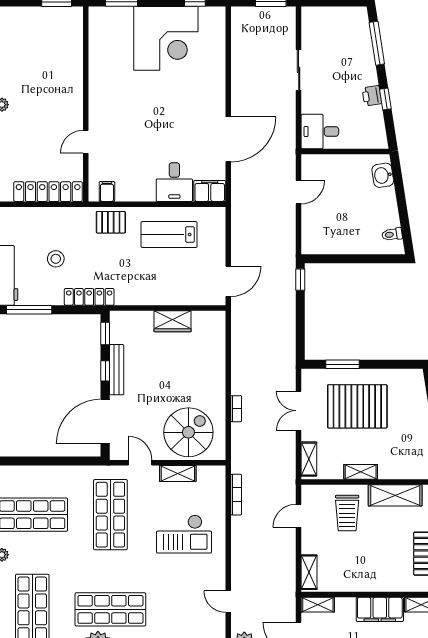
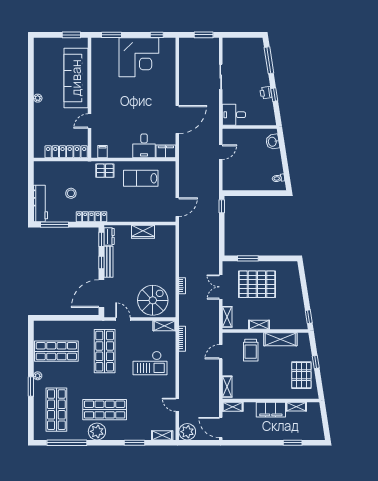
sofa: (64, 72) -> (76, 78), added
dresser: (118, 329) -> (109, 236), added
shelving: (178, 473) -> (164, 326), moved

